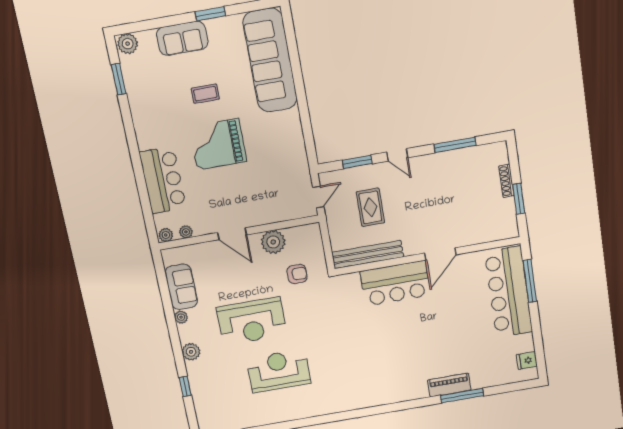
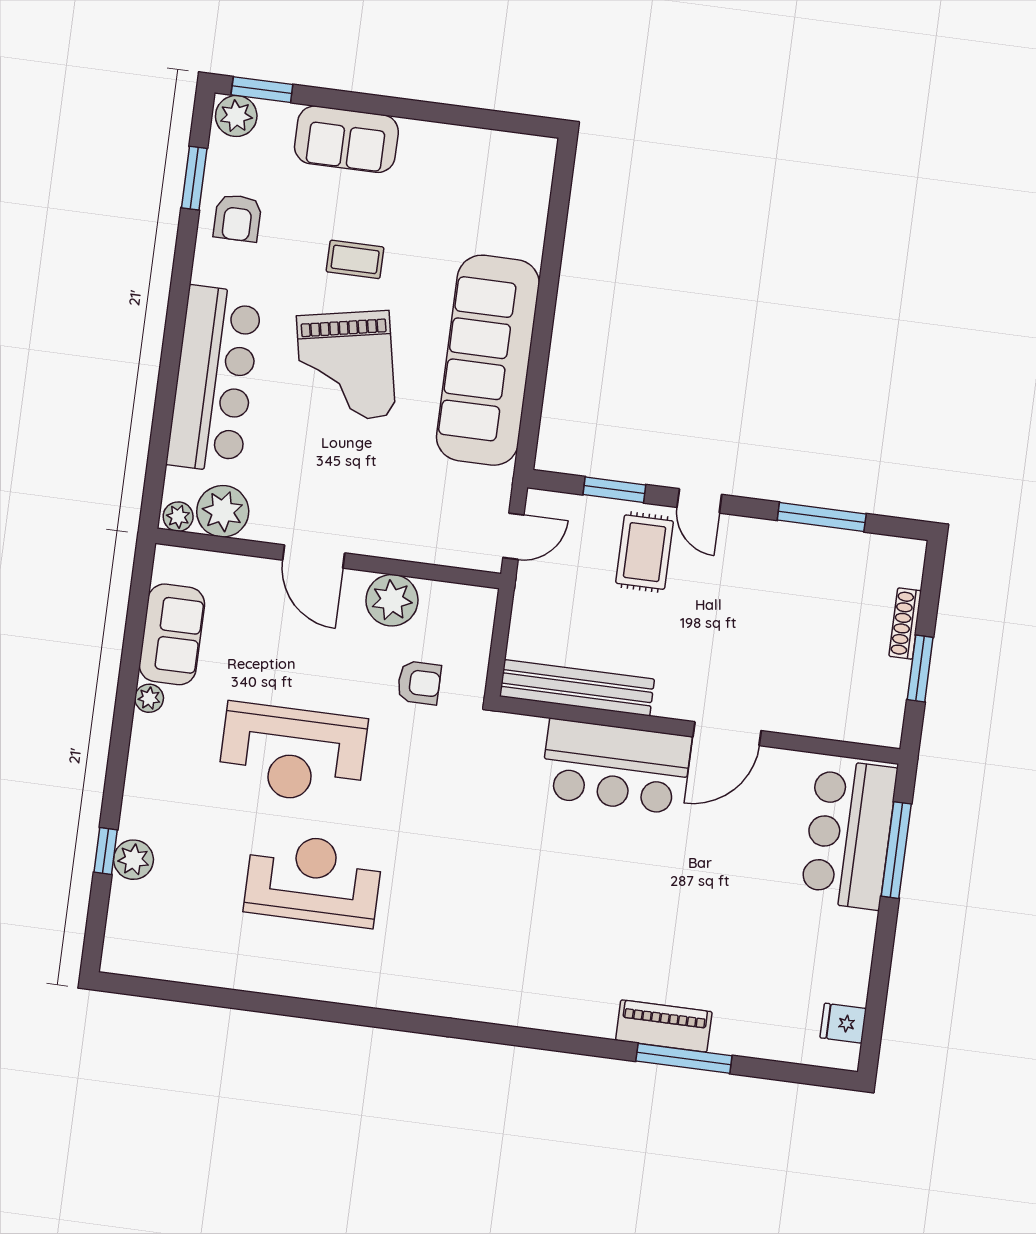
window: (210, 14) -> (262, 90), moved
sofa: (270, 60) -> (488, 360), moved
armchair: (145, 91) -> (238, 218), added
grand piano: (218, 144) -> (346, 366), turned -101
bar counter: (163, 180) -> (214, 379), width x1.36
rug: (370, 207) -> (645, 552), moved
plant: (186, 232) -> (223, 511), width x1.88, depth x1.88
bar counter: (509, 292) -> (849, 834), width x0.73
plant: (191, 352) -> (133, 860), moved

